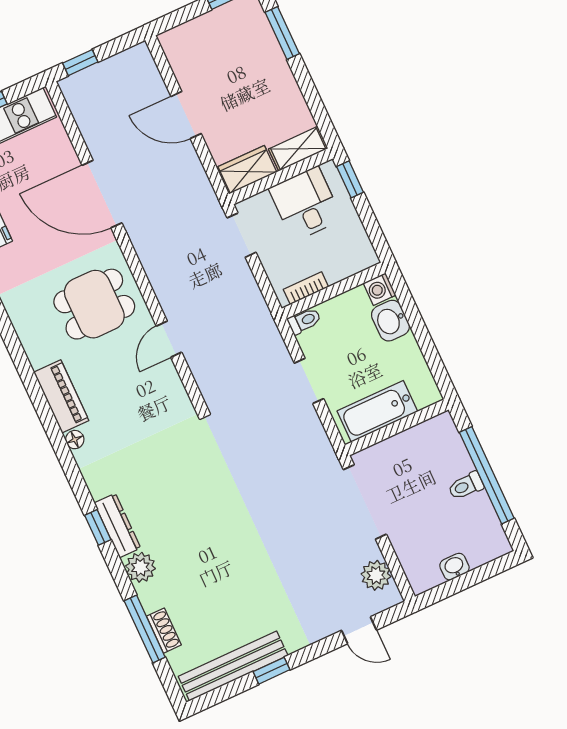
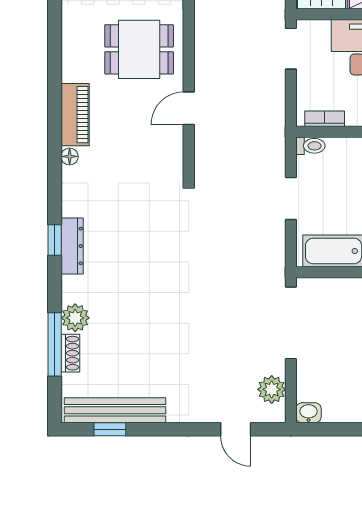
plant: (140, 567) -> (75, 318), moved
washbasin: (454, 567) -> (308, 413), moved
window: (271, 671) -> (110, 429), moved

